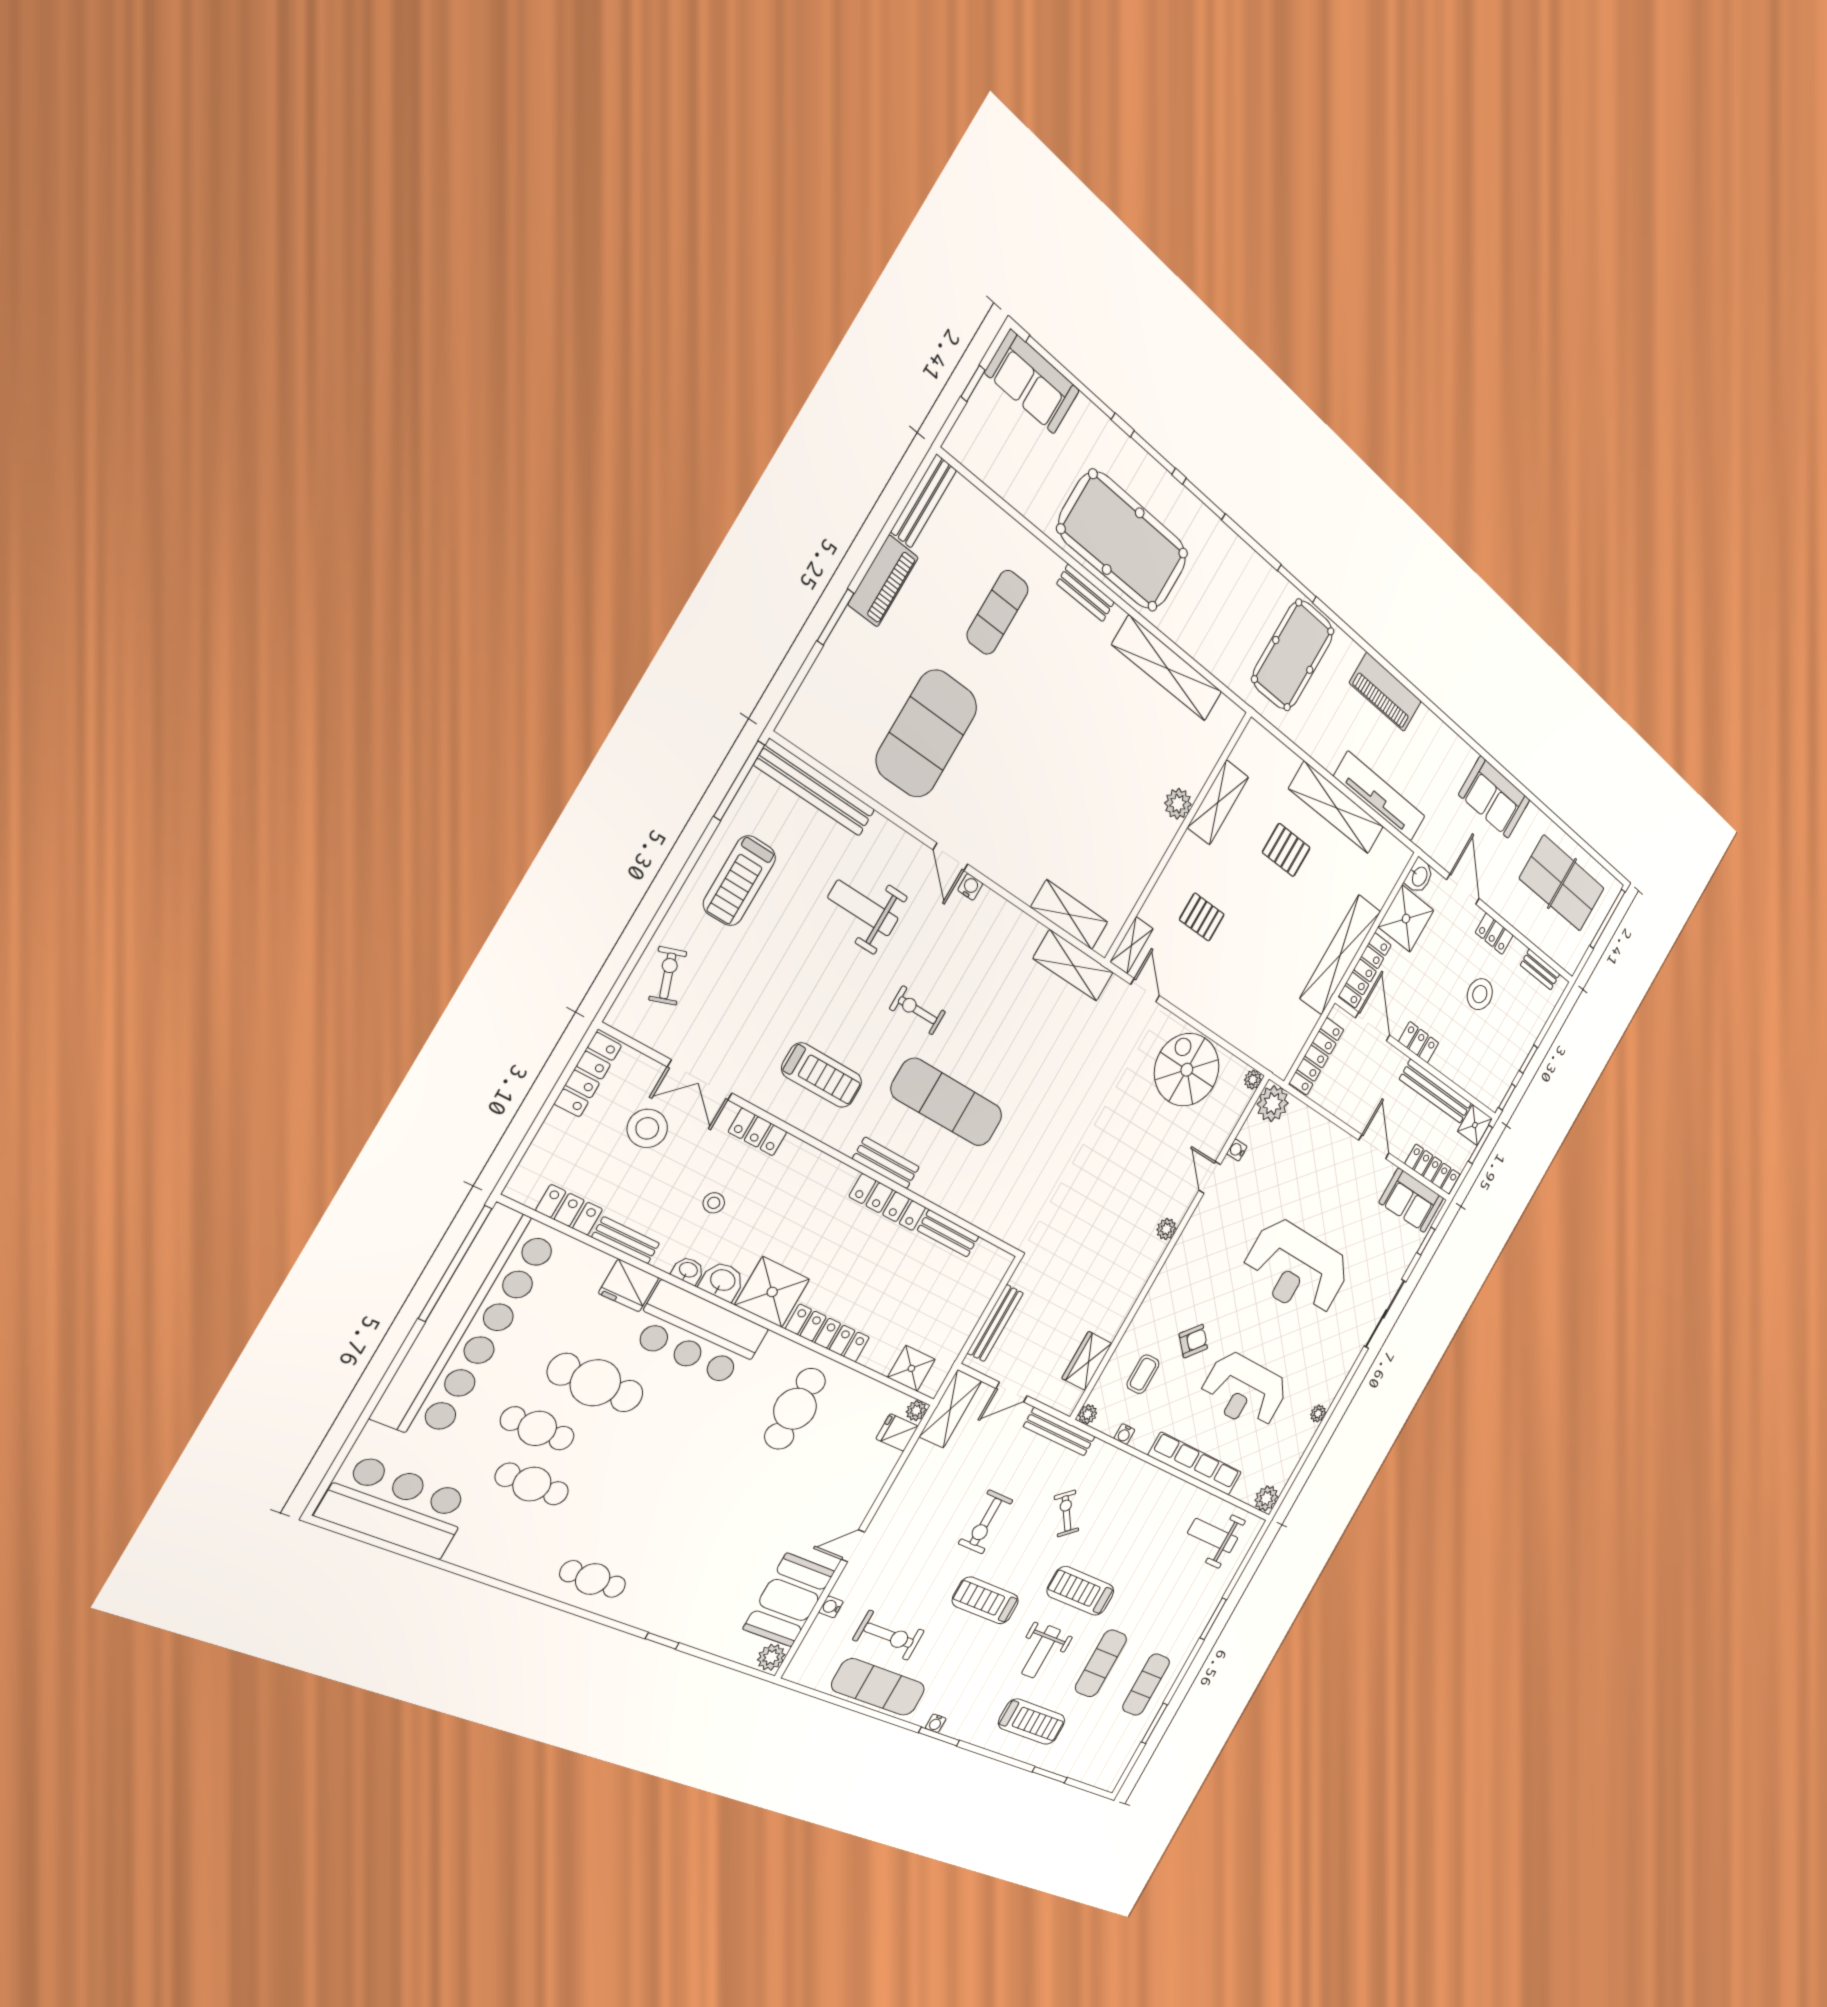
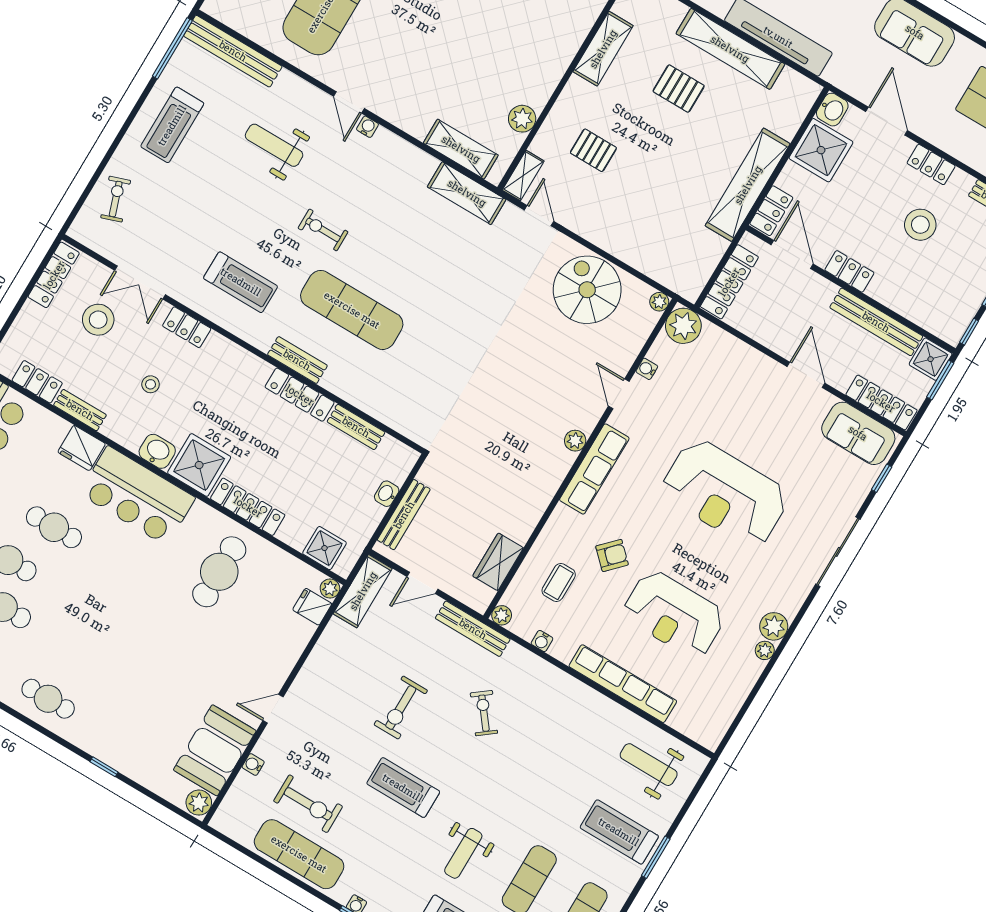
plant: (1178, 804) -> (522, 119), moved
locker: (1365, 970) -> (771, 211), width x0.66
row of seats: (1182, 1256) -> (594, 469), added
washbasin: (688, 1270) -> (387, 494), moved, turned -90
cafe table: (595, 1383) -> (54, 527), width x0.73, depth x0.74
plant: (1266, 1498) -> (774, 626), moved
treadmill: (1081, 1591) -> (619, 832), moved

